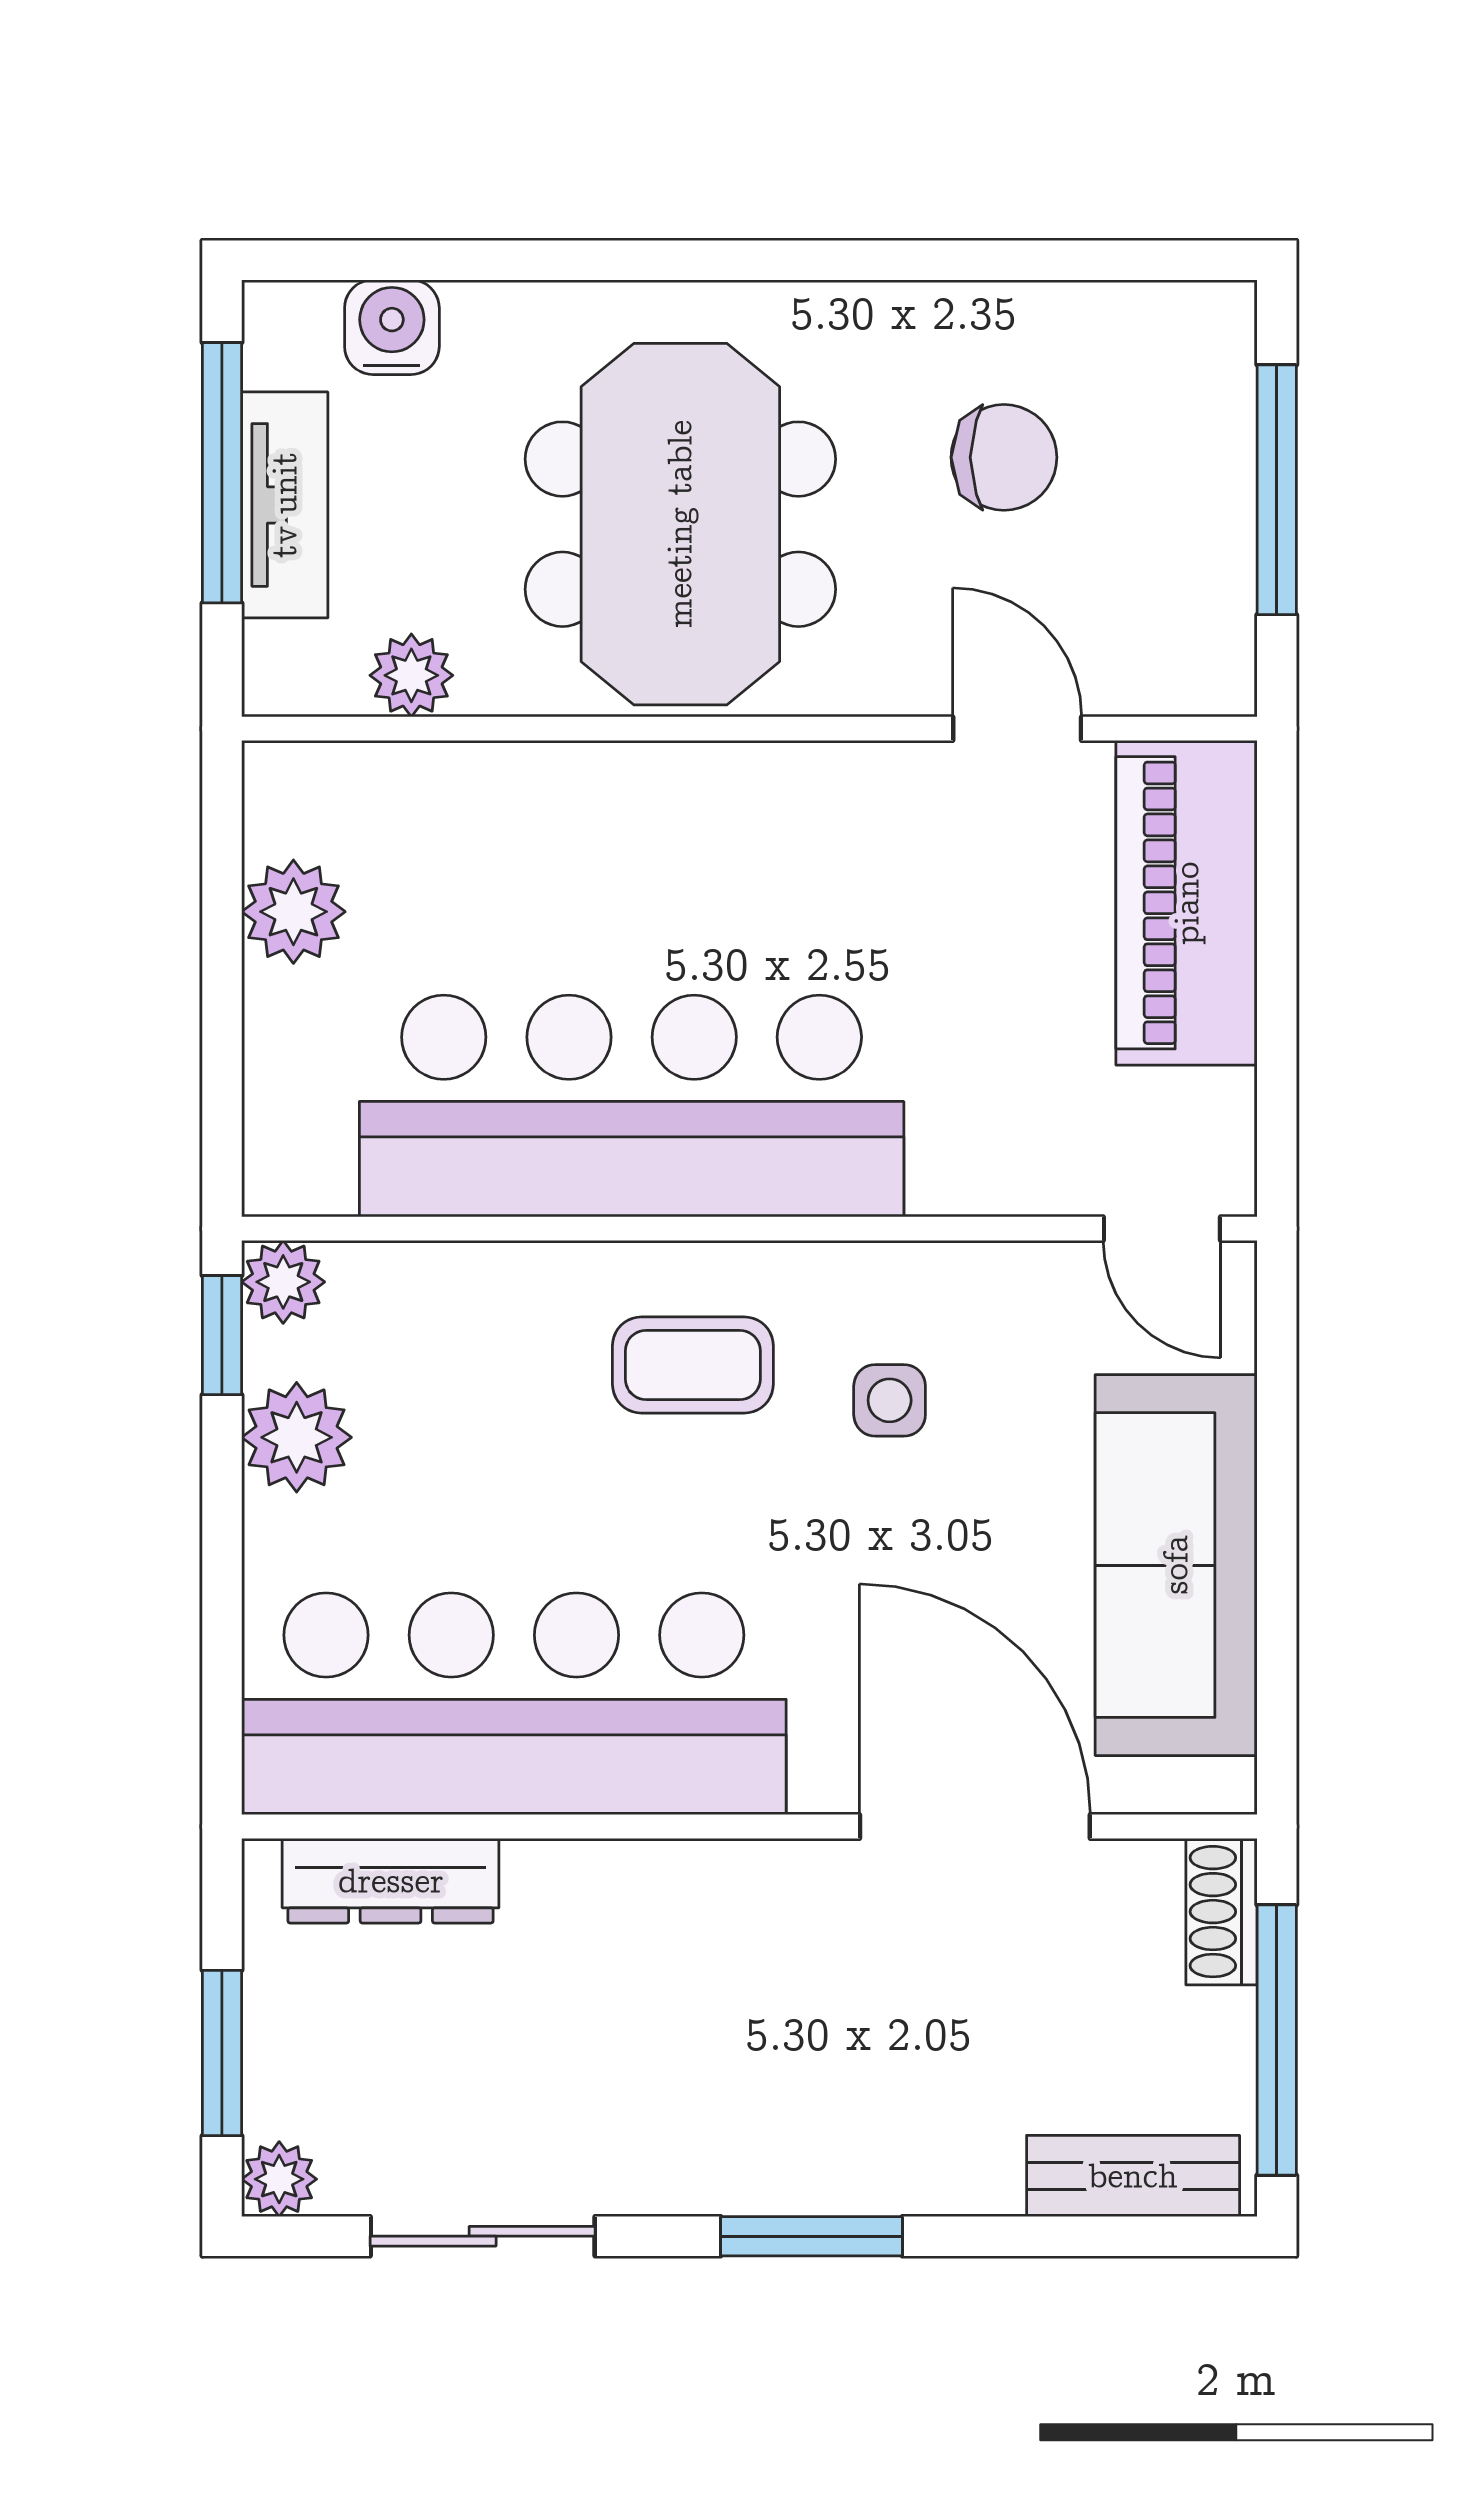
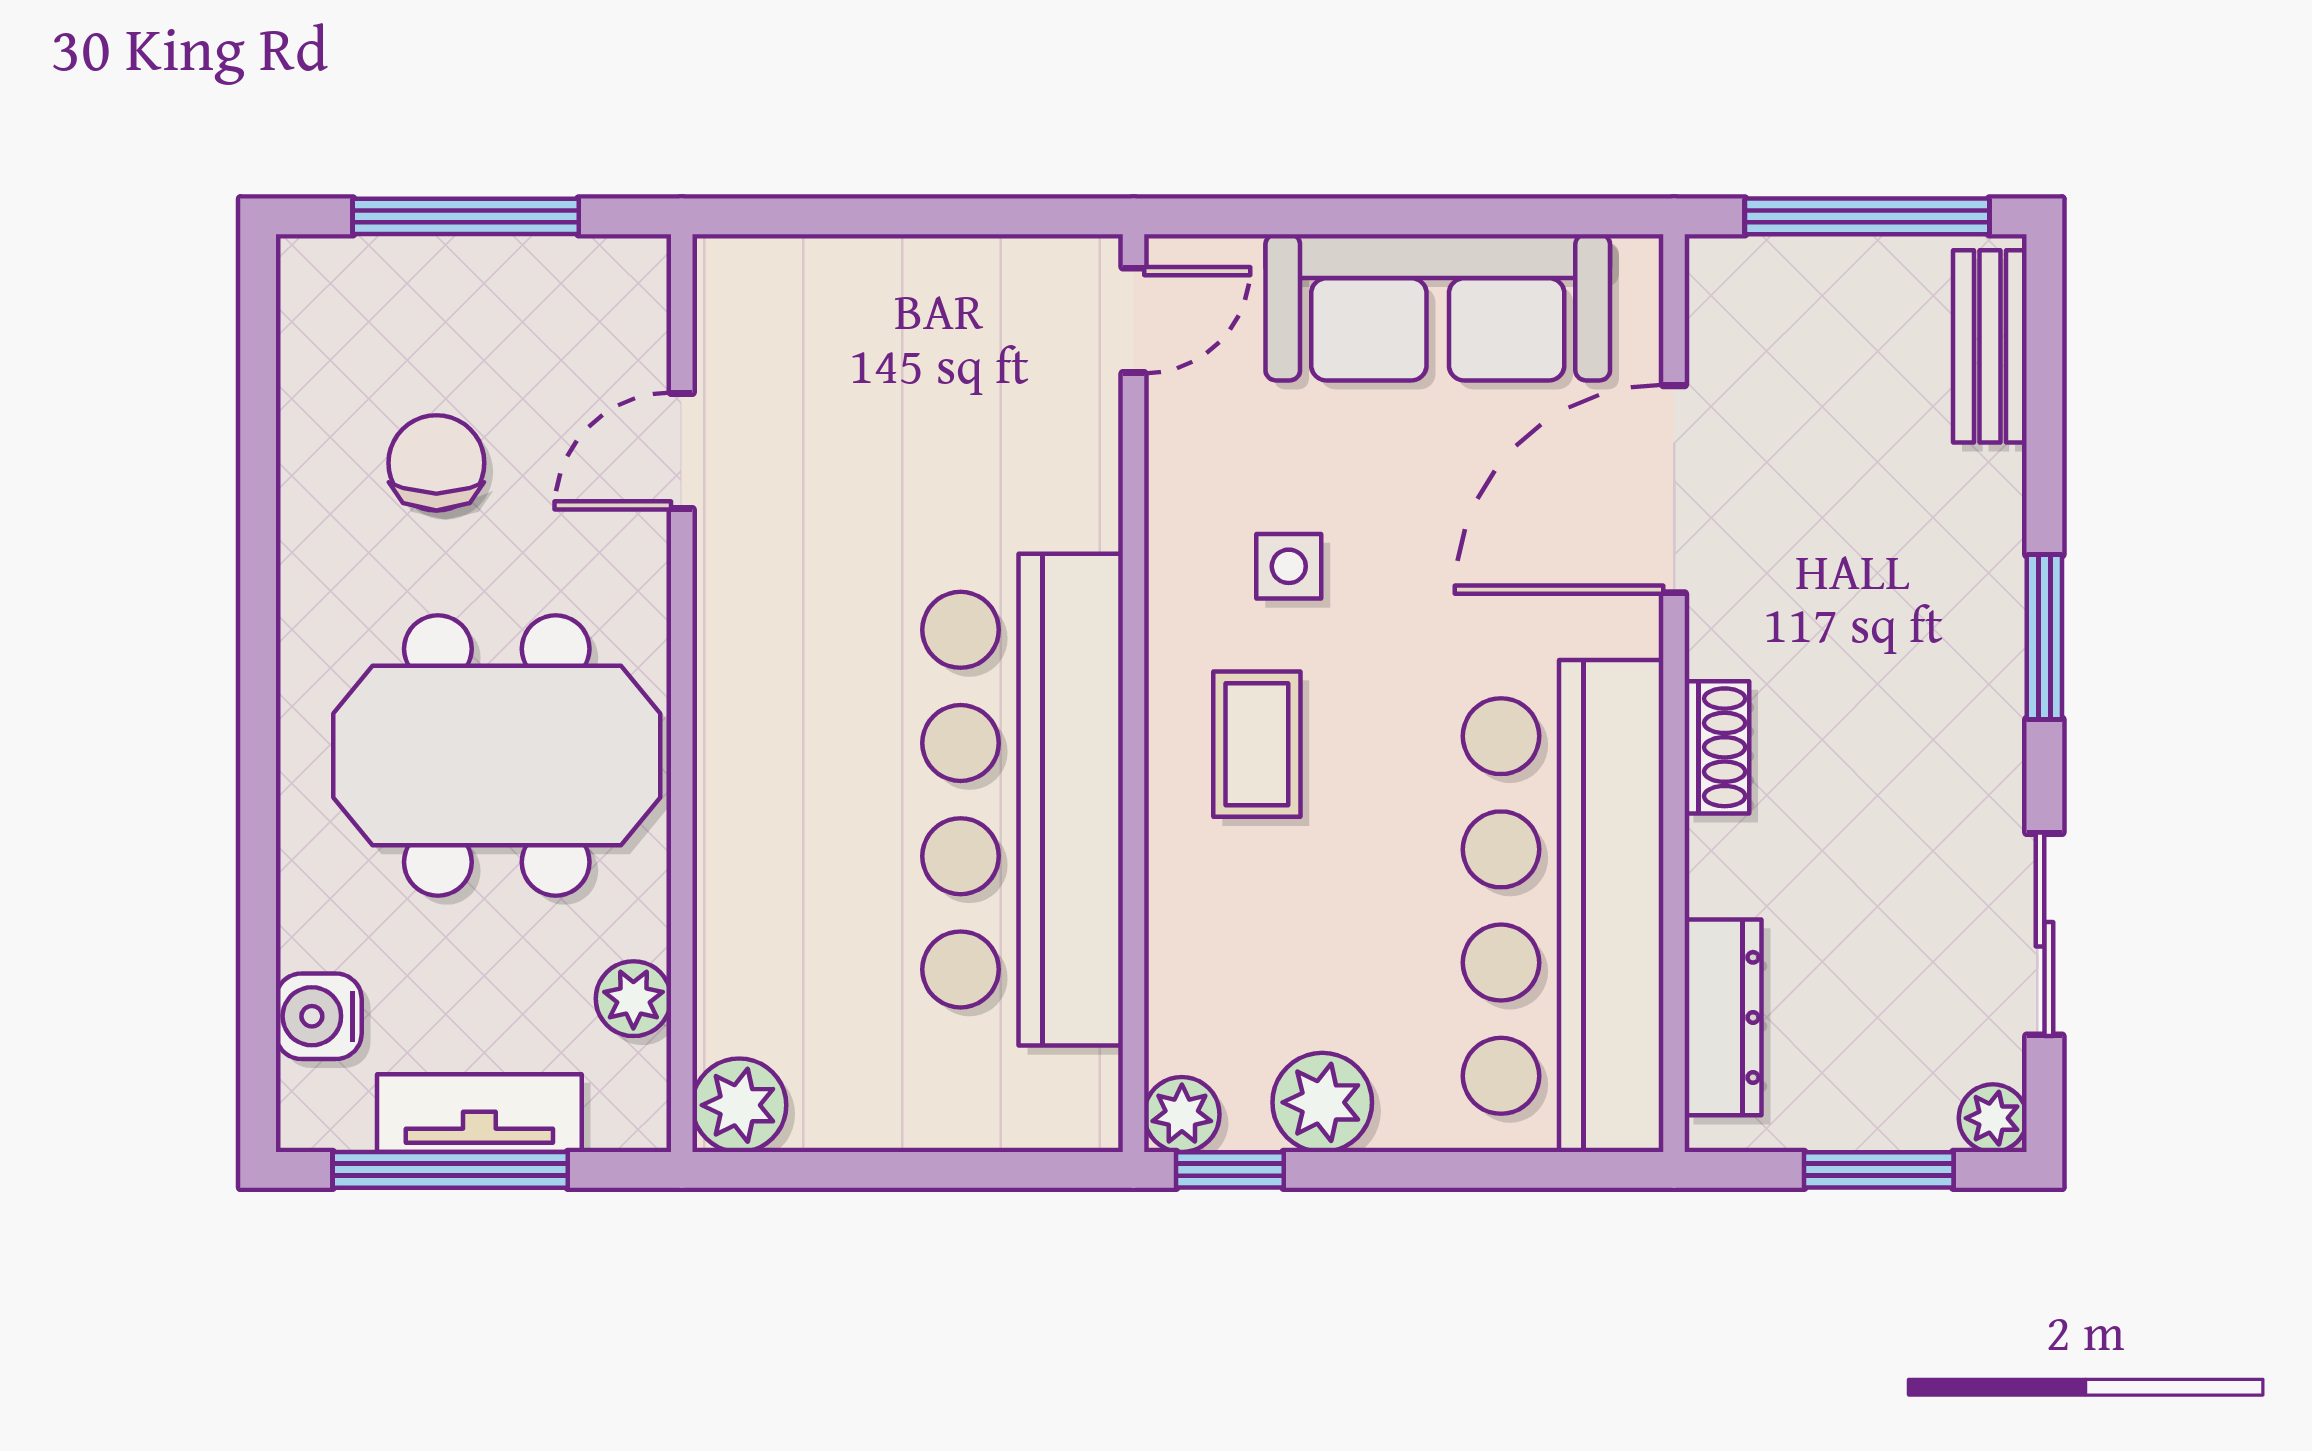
piano: (1187, 903) -> (839, 298), removed
plant: (293, 912) -> (739, 1105), moved
shoe rack: (1221, 1912) -> (1717, 747), moved, turned -90

